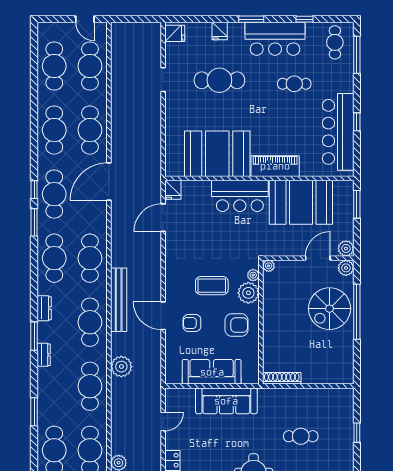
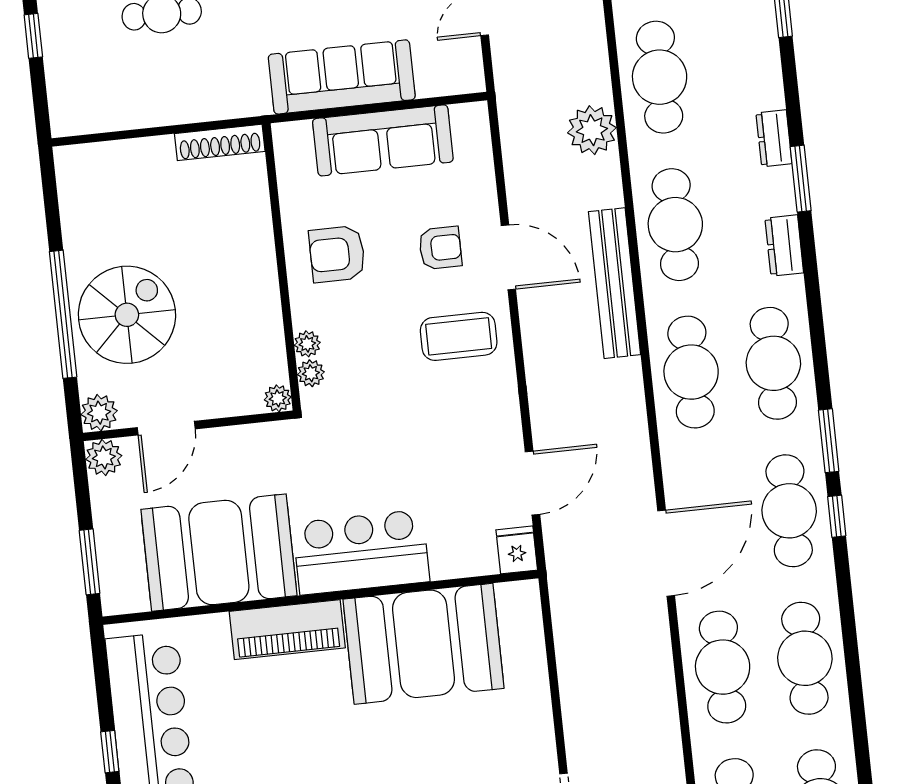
coffee table: (212, 286) -> (459, 336), moved
plant: (248, 293) -> (307, 344), width x0.53, depth x0.53

